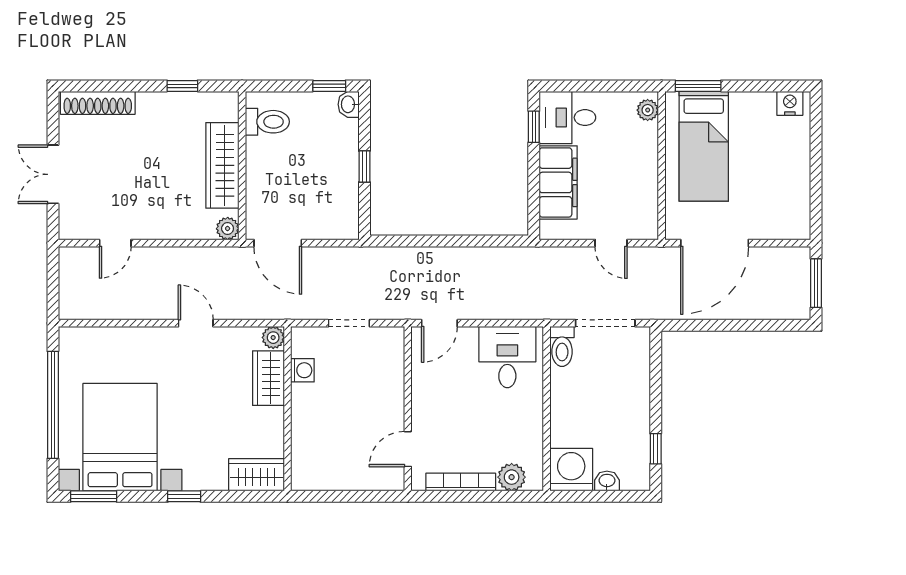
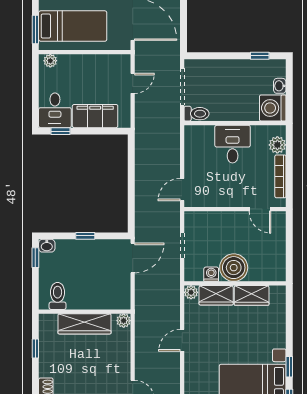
door: (278, 243) -> (133, 258), moved
door: (439, 323) -> (182, 189), swing flipped
desk: (507, 357) -> (233, 144), moved, turned 90
boiler: (313, 407) -> (234, 268), added
wardrobe: (256, 475) -> (252, 295), moved, turned -90
window: (184, 496) -> (289, 367), moved

